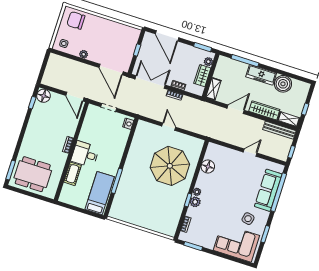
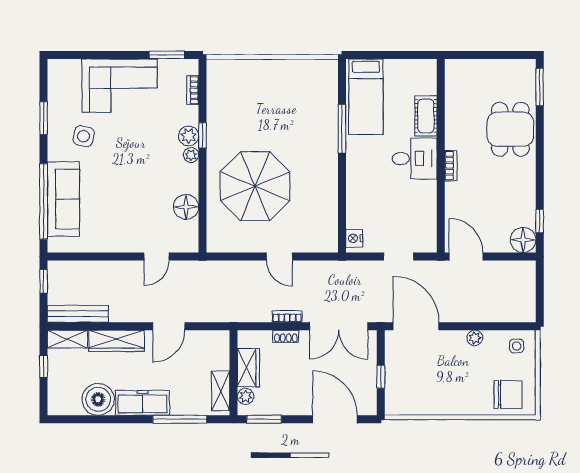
shelving: (213, 89) -> (221, 391), moved
door: (250, 153) -> (156, 256), moved
dining table: (33, 174) -> (510, 129), moved, width x0.73
corner sofa: (236, 243) -> (120, 86), moved

